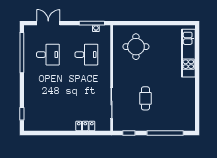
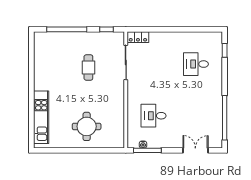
double door: (48, 23) -> (195, 150), swing flipped
round table: (136, 47) -> (87, 126), moved
desk: (48, 55) -> (196, 64), moved
locker: (85, 126) -> (138, 37), moved

